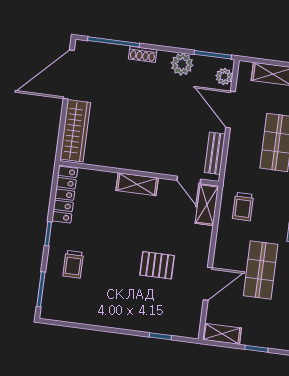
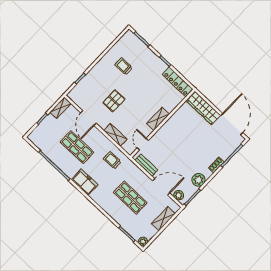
door: (189, 180) -> (143, 144), hinge flipped
shelving: (207, 205) -> (115, 135), moved
trolley: (73, 264) -> (124, 66), moved

